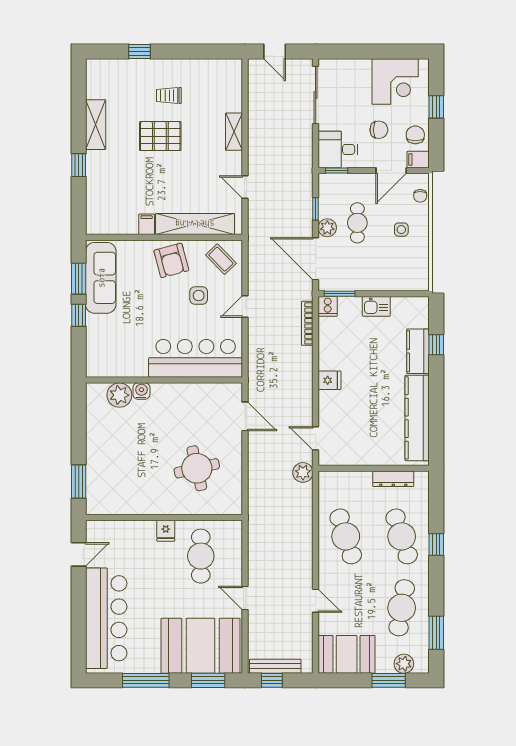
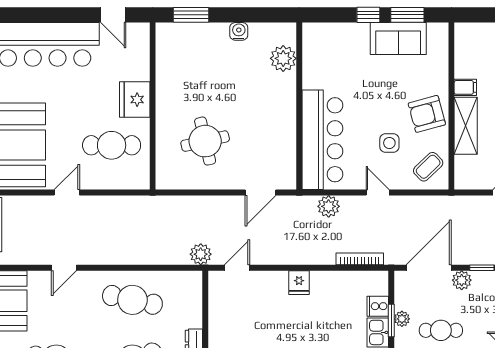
cafe table: (357, 223) -> (441, 330), moved
shelving: (195, 224) -> (466, 126), width x0.68
sofa: (101, 278) -> (398, 39), width x0.73
plant: (363, 284) -> (402, 319), added
window: (340, 294) -> (391, 321), moved
cooker: (328, 306) -> (378, 306), moved
plant: (258, 353) -> (329, 206), added
water cooler: (141, 391) -> (239, 31), moved, turned -90
fridge: (166, 531) -> (135, 100), width x1.88, depth x1.34
cafe table: (346, 536) -> (132, 300), turned 30

